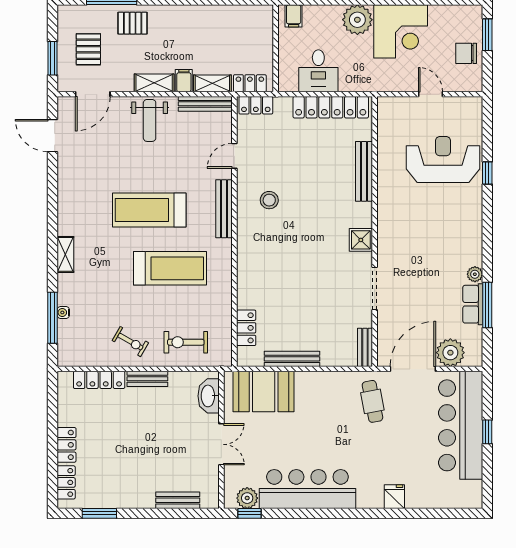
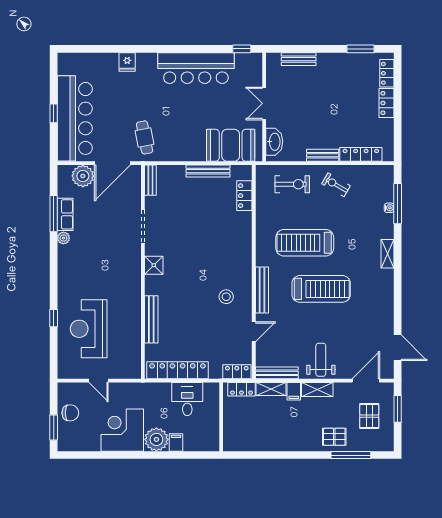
filing cabinet: (294, 16) -> (176, 442), moved
reception desk: (443, 160) -> (89, 329), turned 90
plant: (247, 498) -> (244, 61), removed

